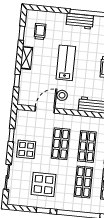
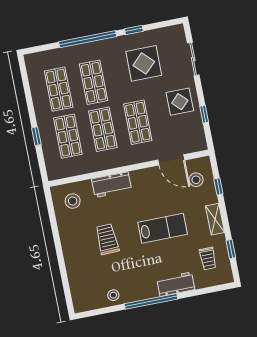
workbench: (80, 21) -> (176, 284), moved
lab bench: (66, 63) -> (163, 228), turned -90
stool: (62, 95) -> (196, 180), moved
door: (45, 110) -> (171, 160), hinge flipped

